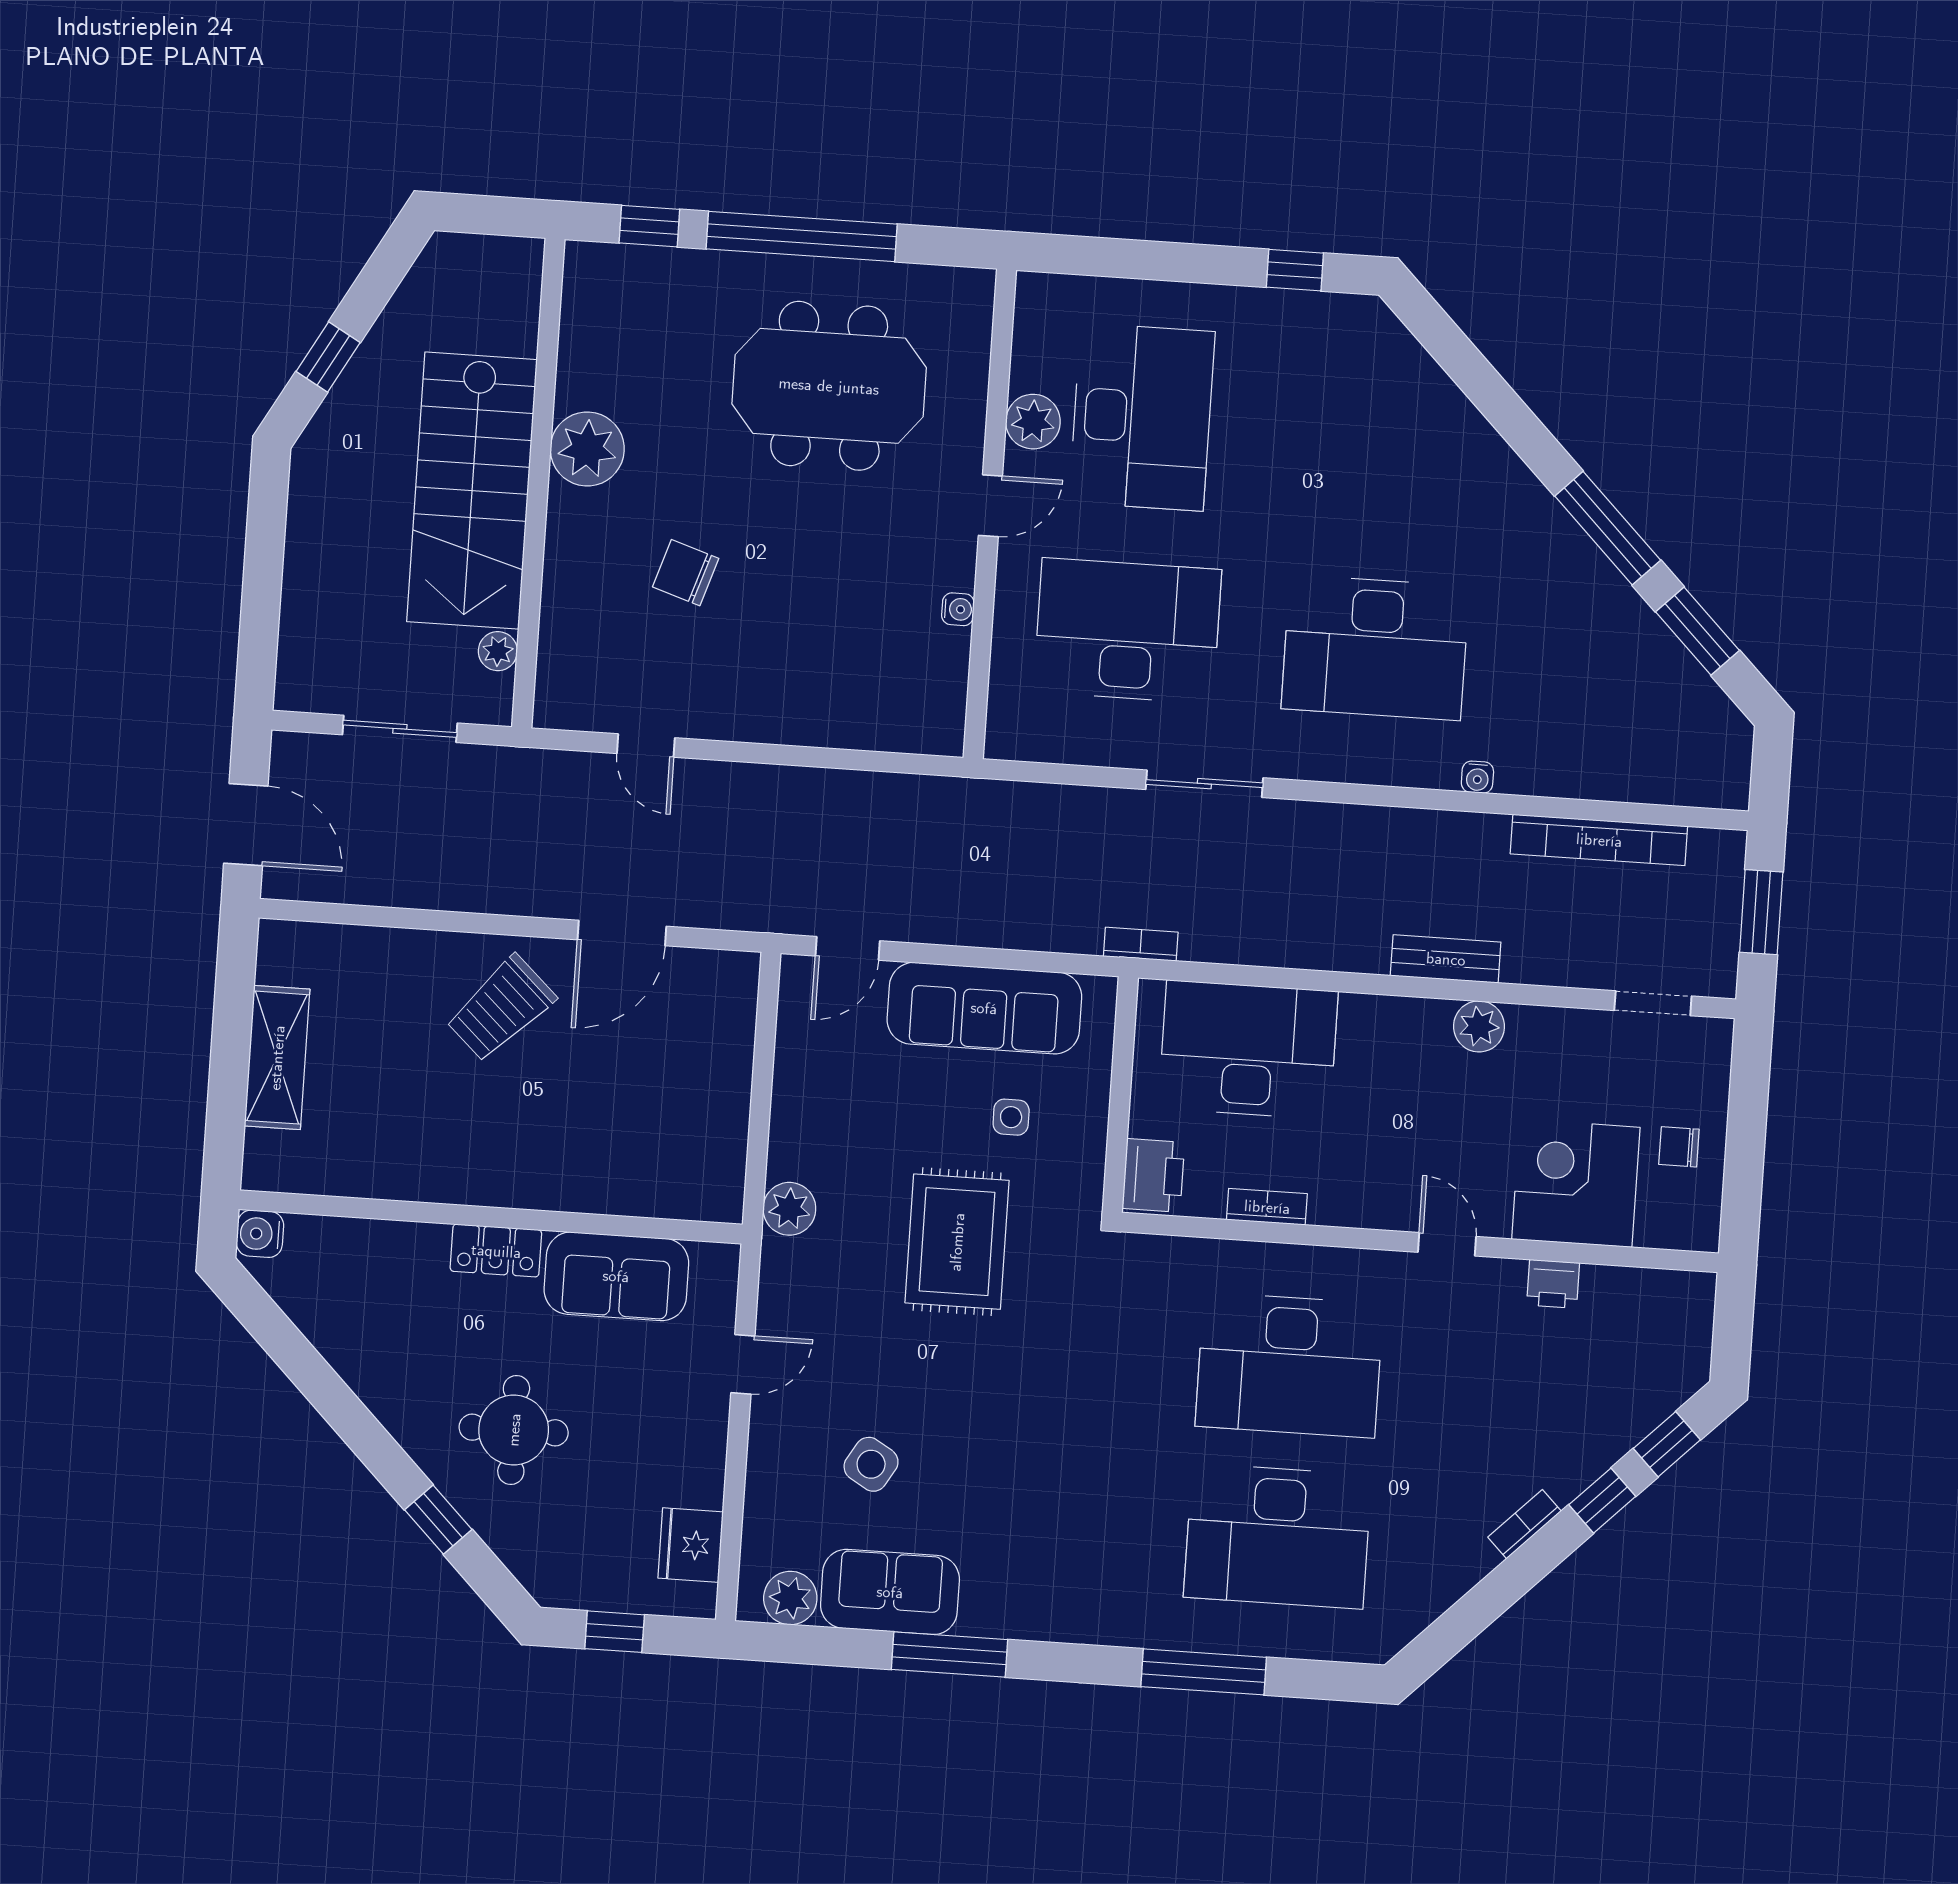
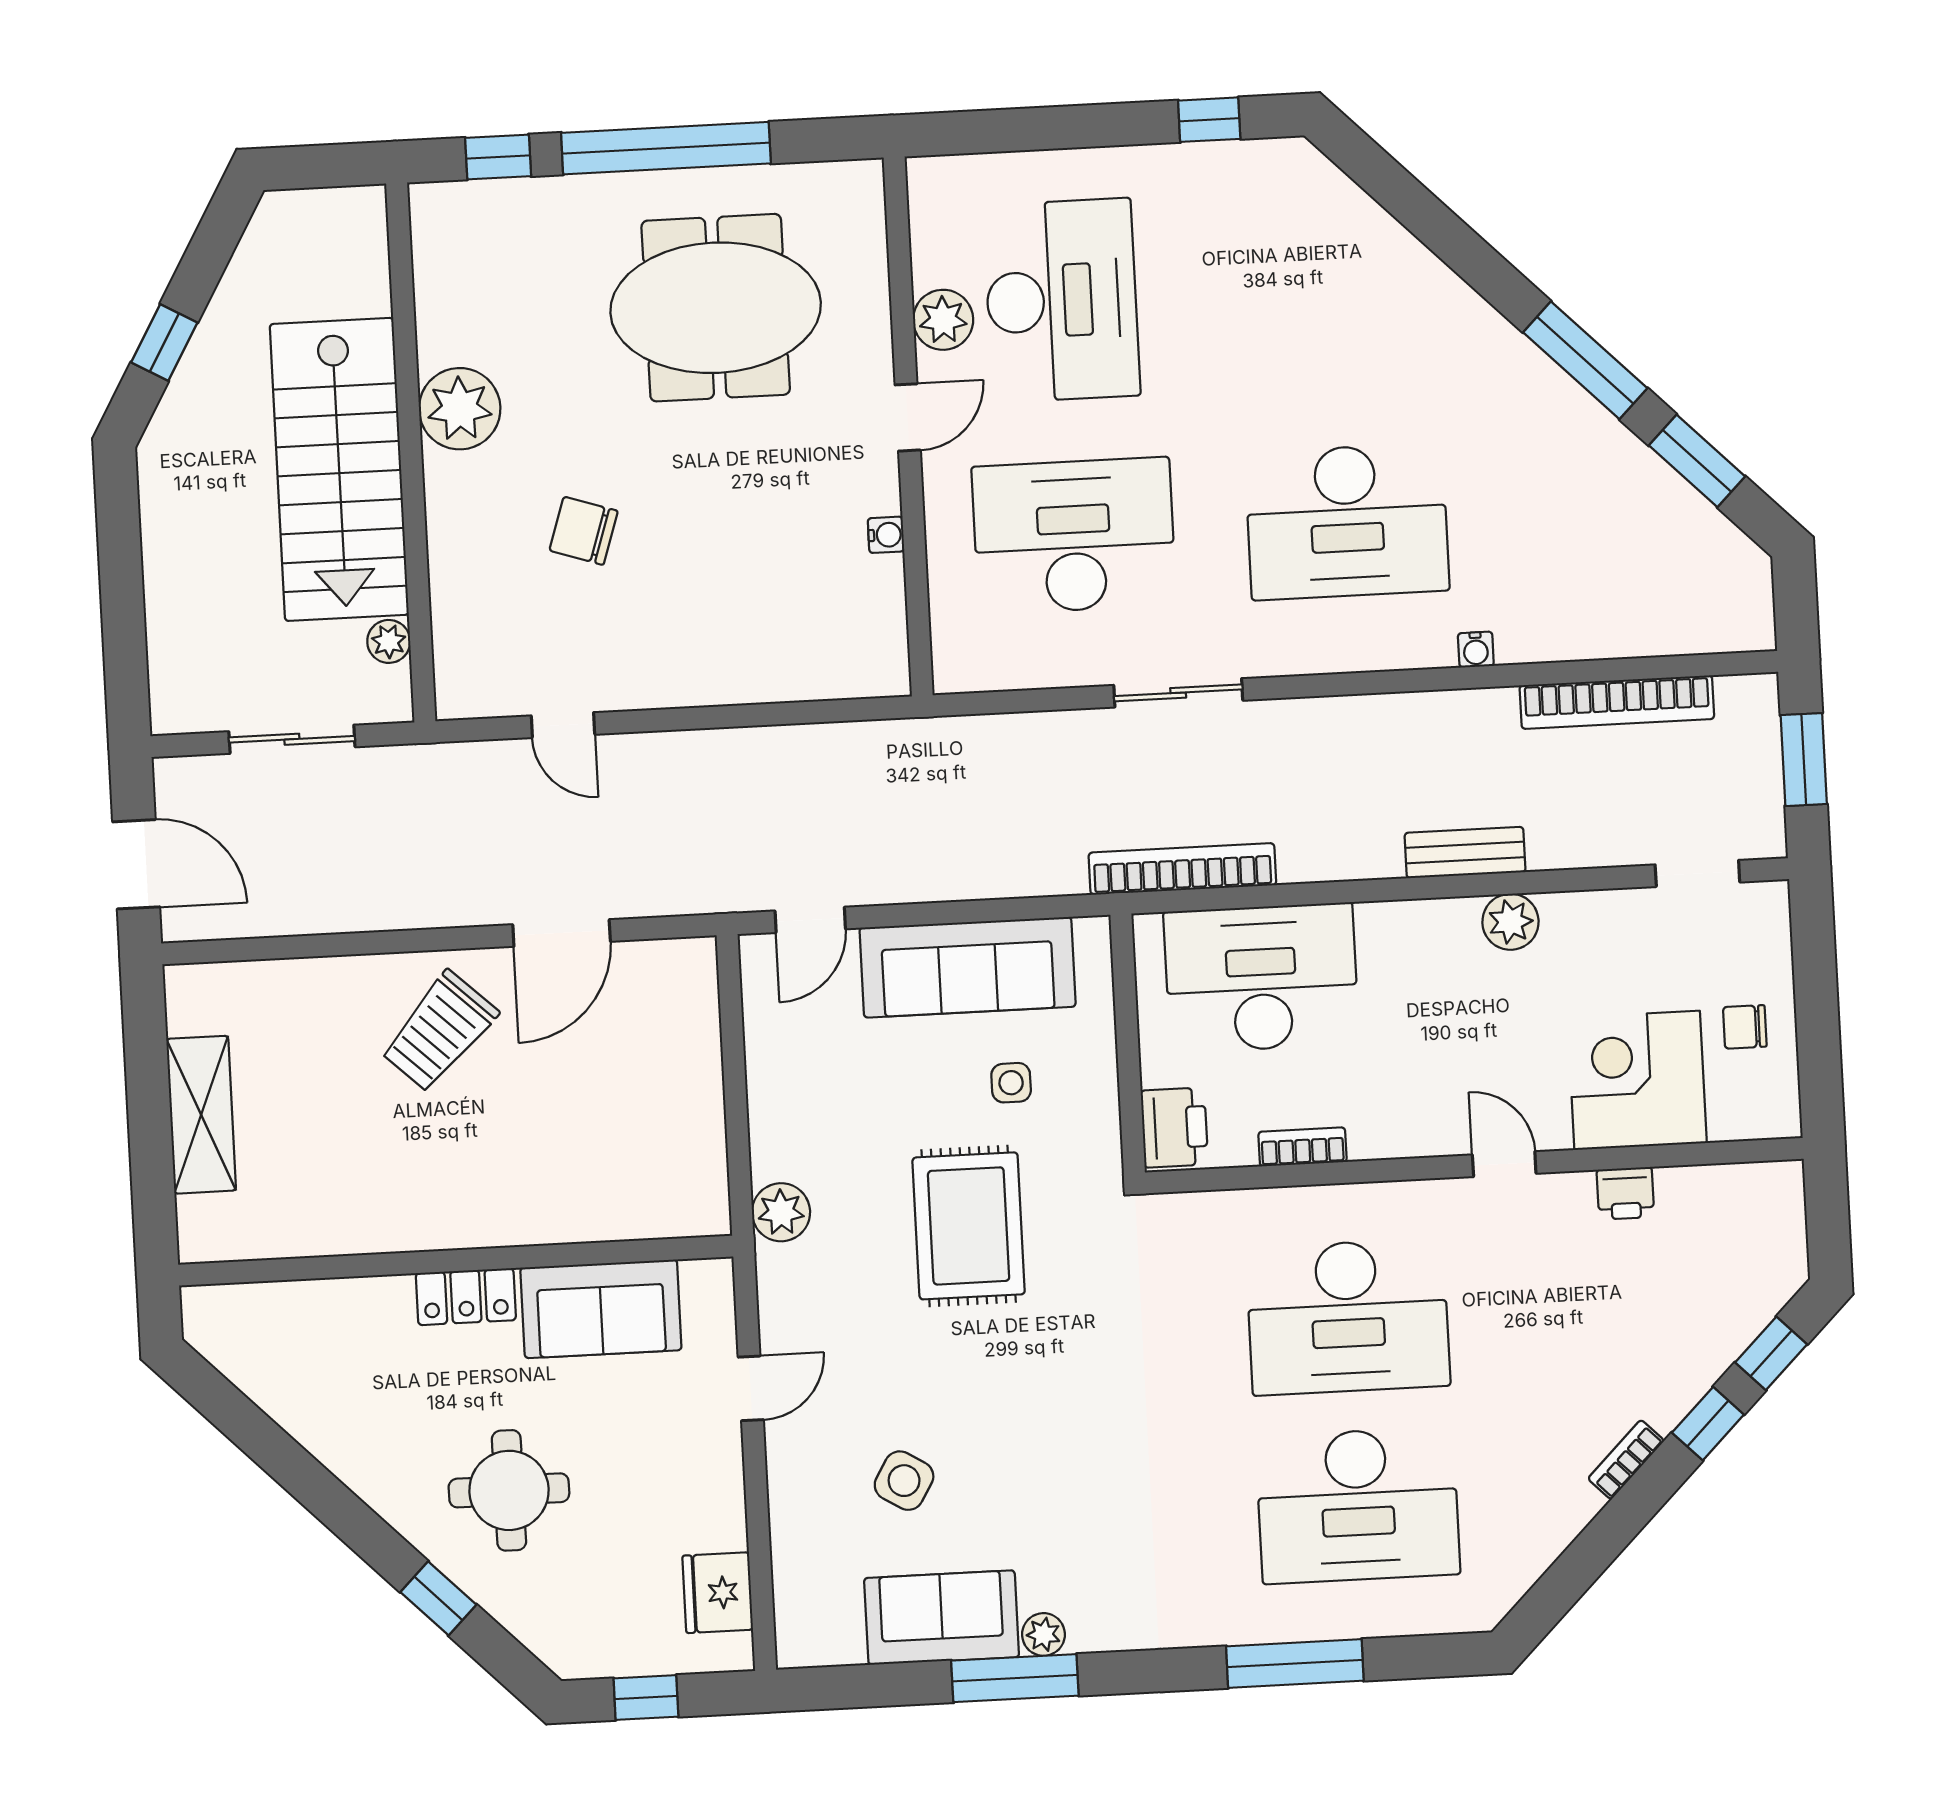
bookcase: (1141, 944) -> (1182, 869), width x2.31, depth x1.31
water cooler: (260, 1234) -> (206, 1310), removed
plant: (790, 1598) -> (1043, 1634), moved, width x0.73, depth x0.73

